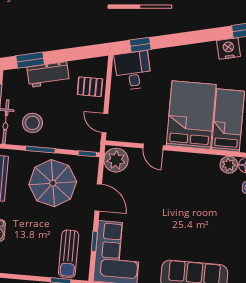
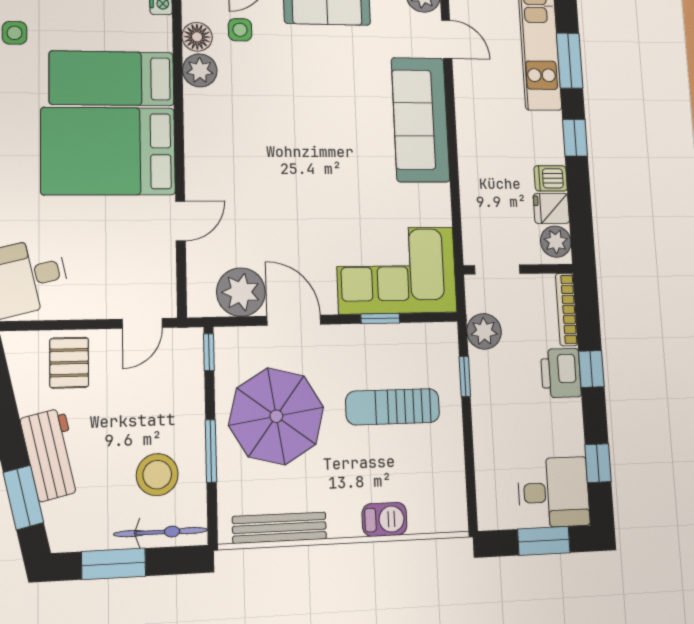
plant: (116, 160) -> (241, 292), moved
door: (98, 197) -> (294, 320), hinge flipped
sun lounger: (69, 254) -> (393, 407), moved, turned 180

